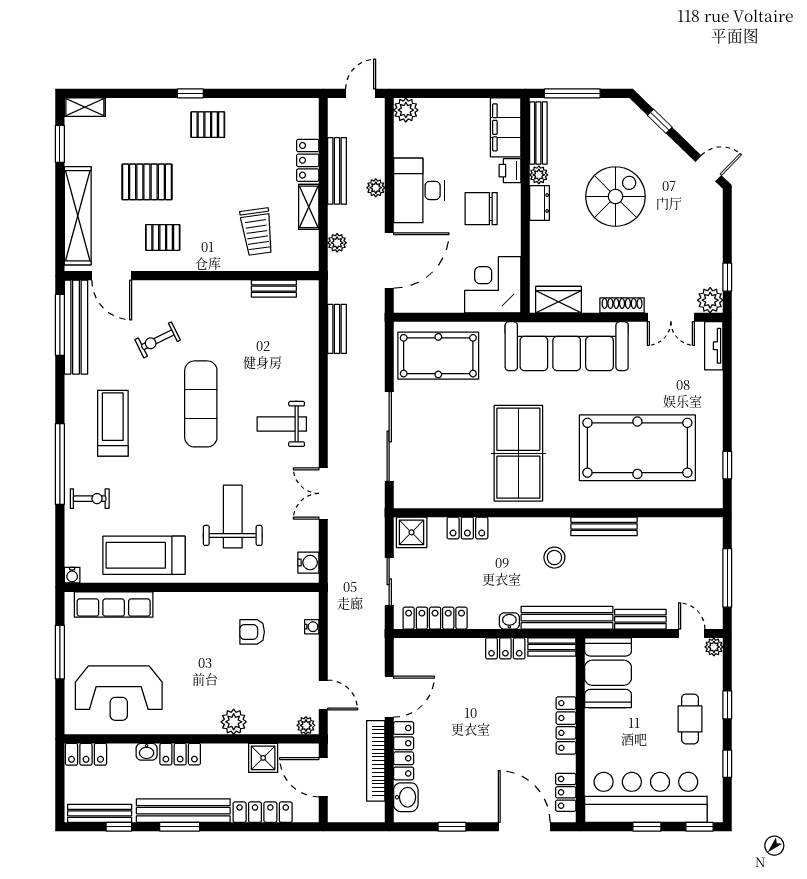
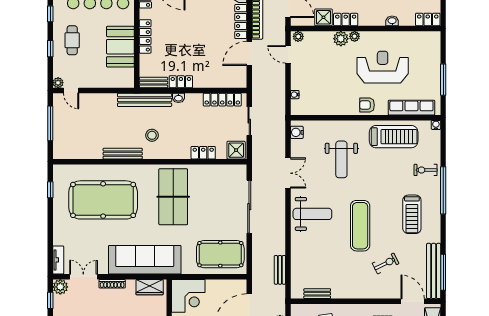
weight bench: (282, 424) -> (312, 214), width x1.36, depth x1.33
bench: (640, 619) -> (101, 99), removed
armchair: (252, 632) -> (367, 105), moved, turned 180
booth: (608, 673) -> (120, 47), moved
reception desk: (119, 693) -> (383, 67), moved
plant: (210, 726) -> (355, 36), added
locker: (180, 754) -> (346, 20), moved

